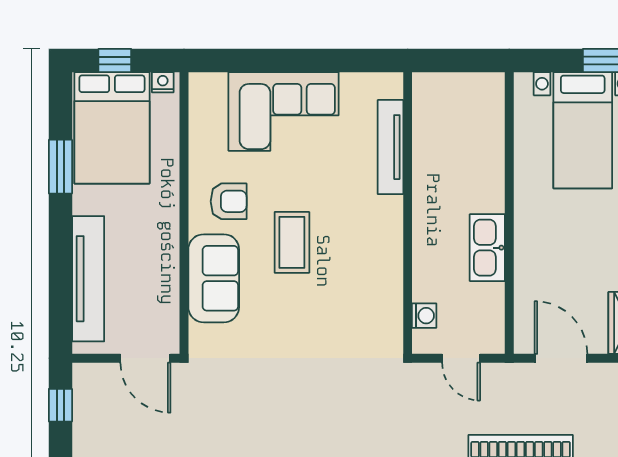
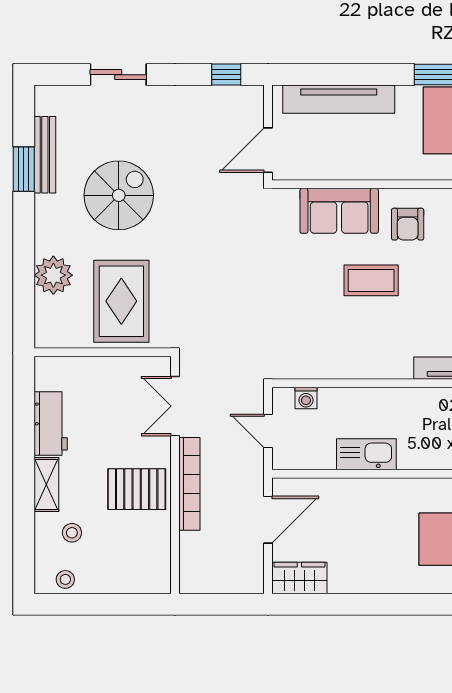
door: (461, 358) -> (268, 431), hinge flipped

